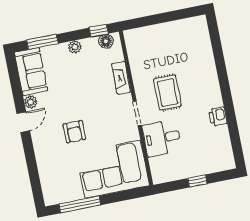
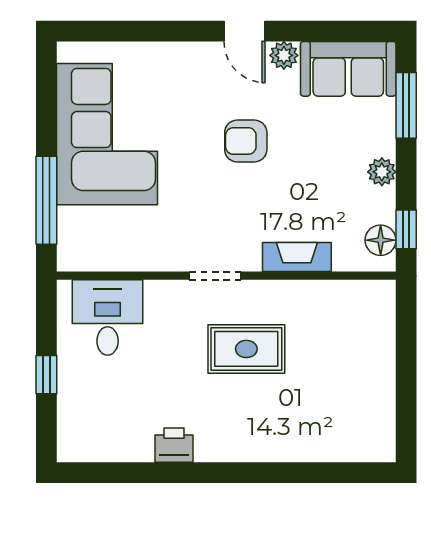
armchair: (74, 132) -> (246, 141), moved
desk: (162, 138) -> (108, 318), moved
corner sofa: (113, 169) -> (107, 134), moved
window: (80, 204) -> (46, 200), moved

